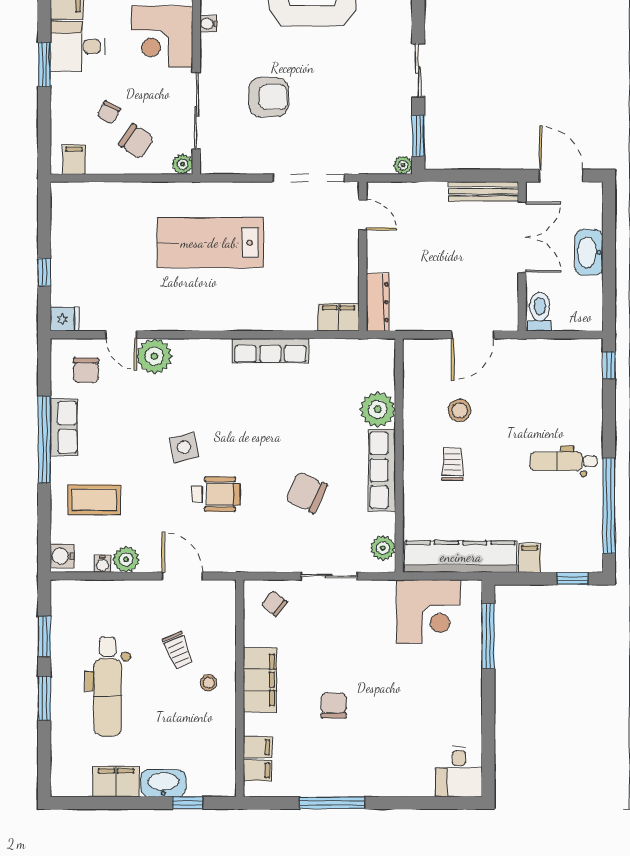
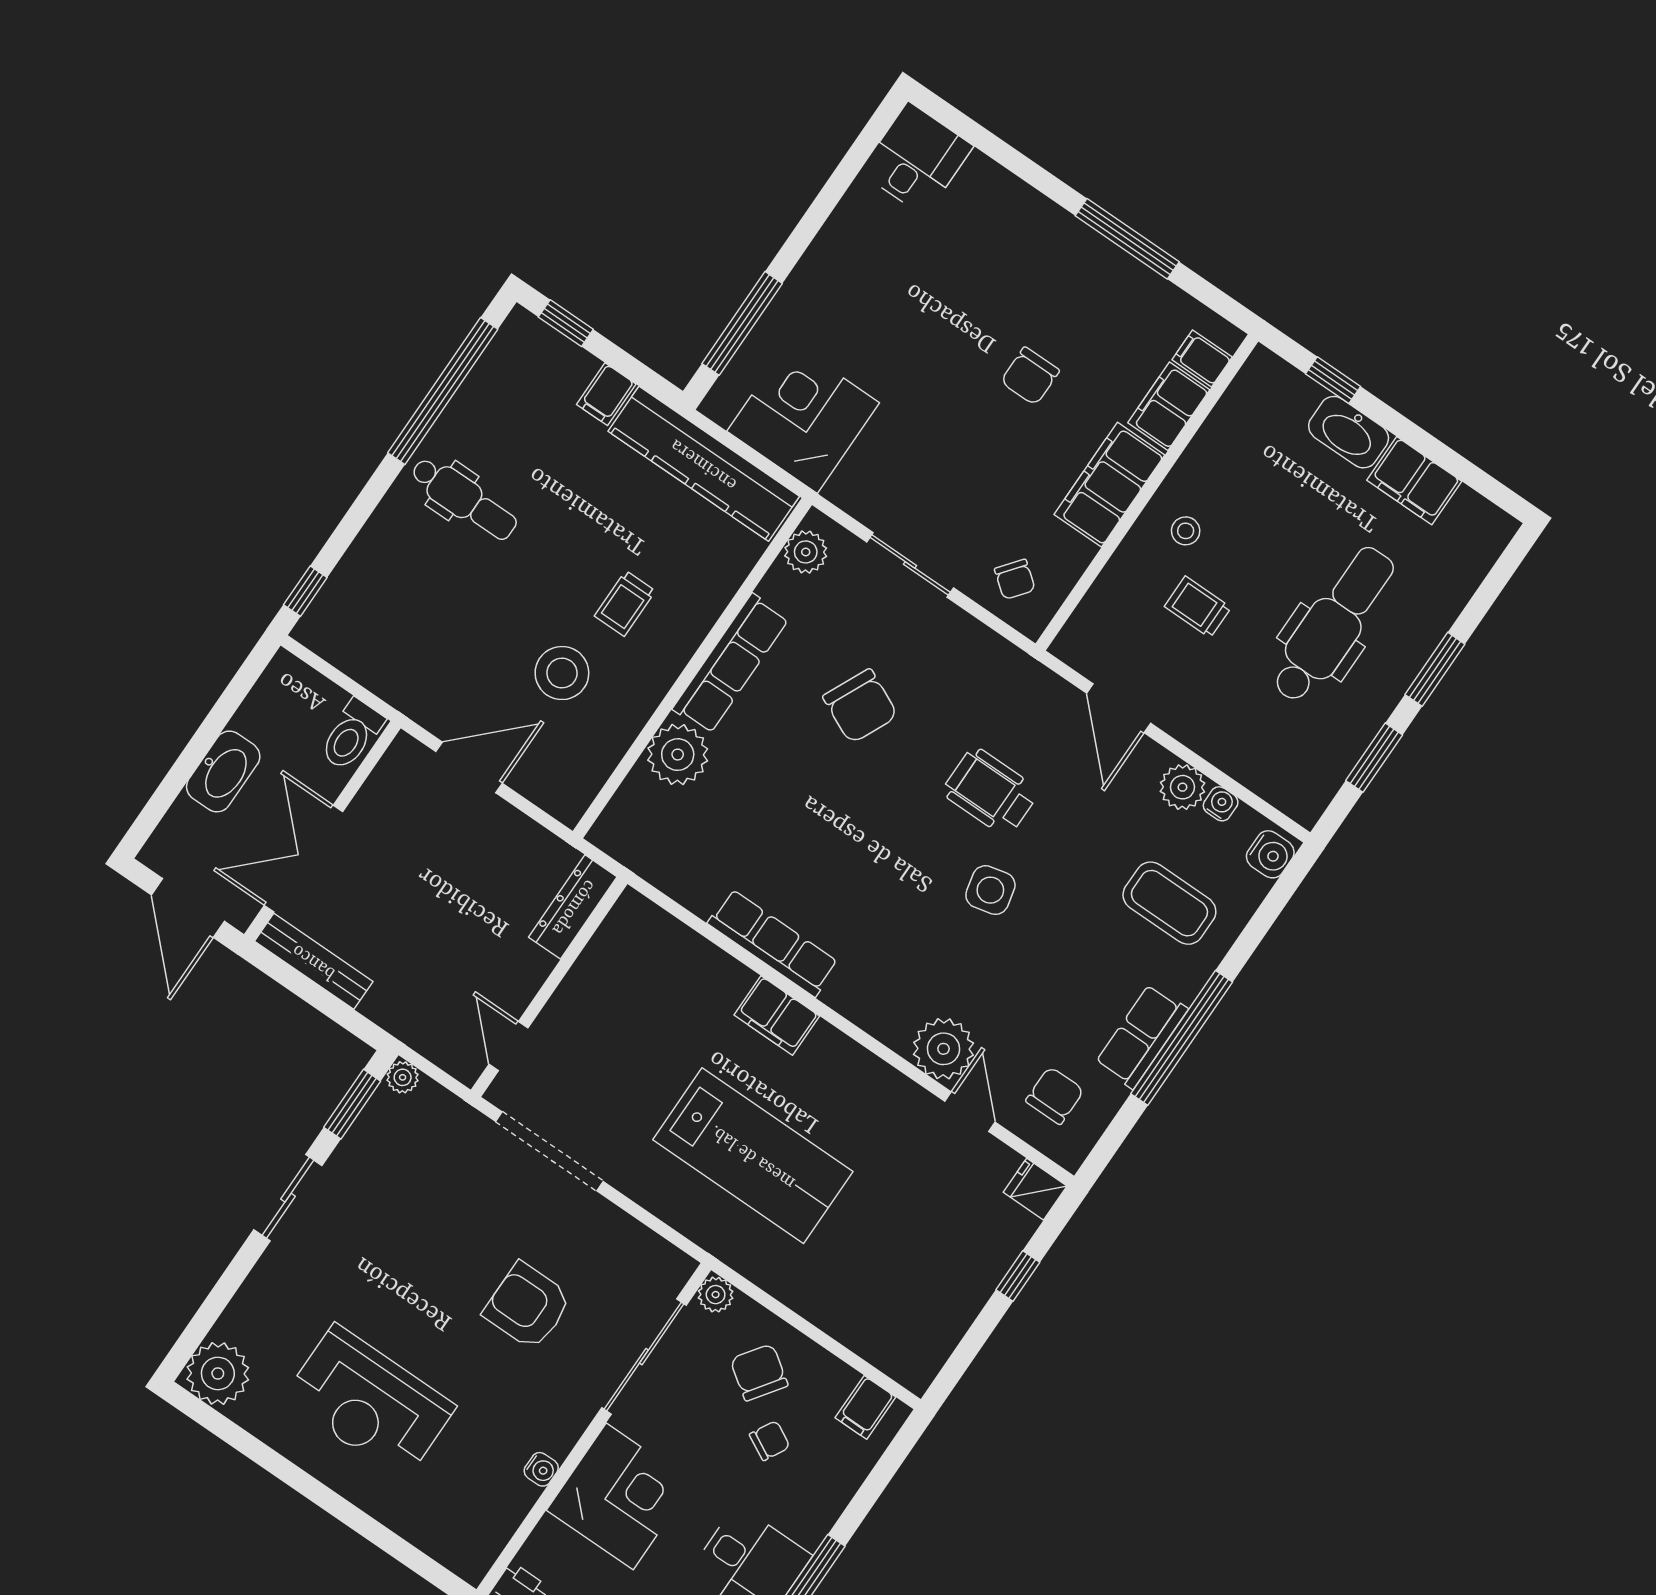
filing cabinet: (338, 317) -> (777, 1015), moved
stool: (460, 410) -> (562, 673), width x1.38, depth x1.38
trolley: (178, 650) -> (1198, 607), turned -67
filing cabinet: (258, 747) -> (1169, 406), width x2.00

